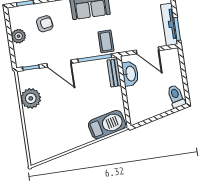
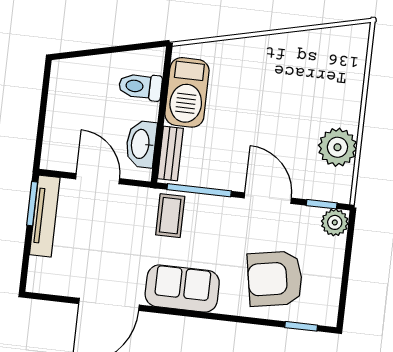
armchair: (45, 24) -> (275, 279), width x1.88, depth x1.88
plant: (19, 36) -> (335, 222), moved
toilet: (176, 96) -> (140, 87), moved, turned 103
barbecue: (107, 125) -> (187, 92), moved, turned -77

